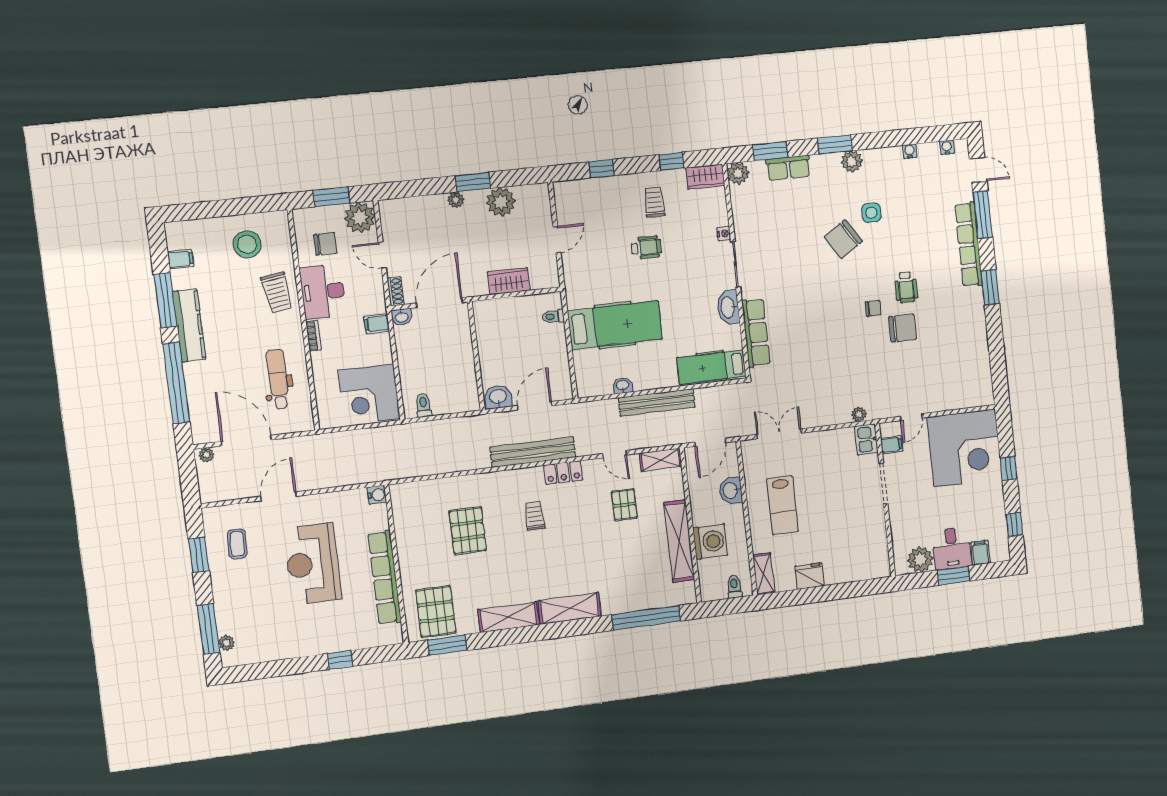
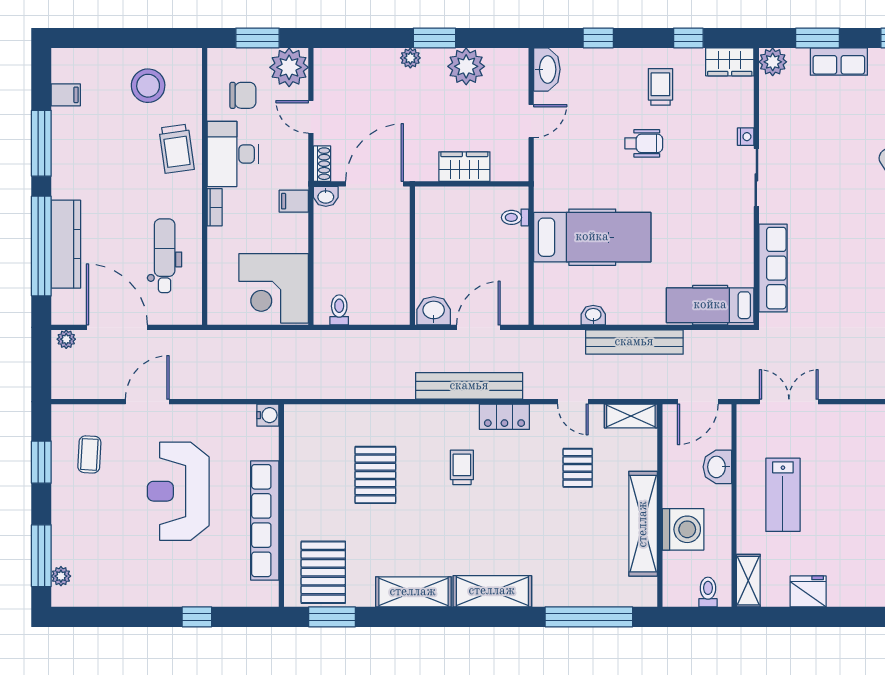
washbasin: (728, 307) -> (547, 69), moved, turned 180
kitchen counter: (189, 325) -> (66, 244), moved

